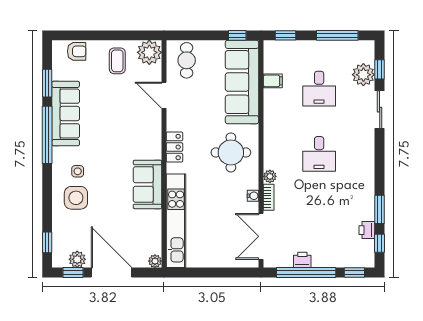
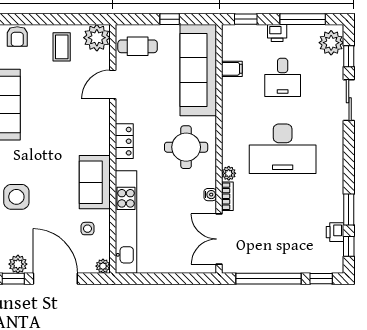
window: (237, 35) -> (170, 19), moved
armchair: (77, 51) -> (17, 36), turned 90
cafe table: (187, 60) -> (138, 46), turned 90
plant: (363, 75) -> (331, 43), moved
door: (164, 95) -> (113, 84), hinge flipped
desk: (319, 154) -> (283, 149), width x1.87, depth x1.30
side table: (78, 171) -> (87, 229), moved
printer: (302, 260) -> (277, 33), moved, turned 180

